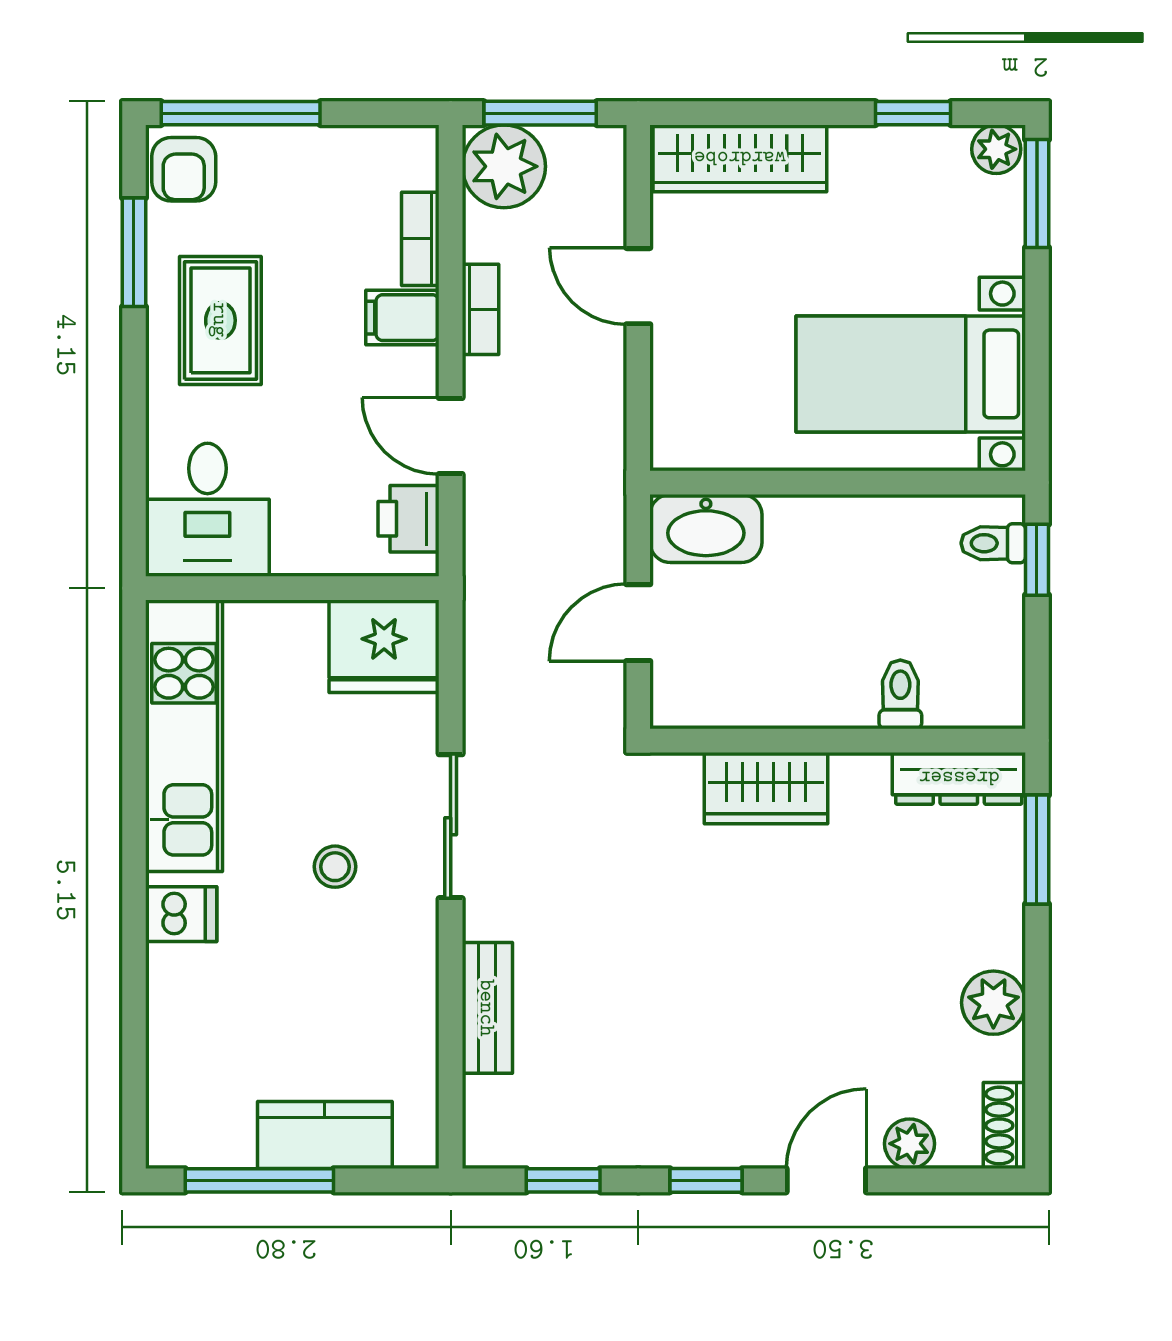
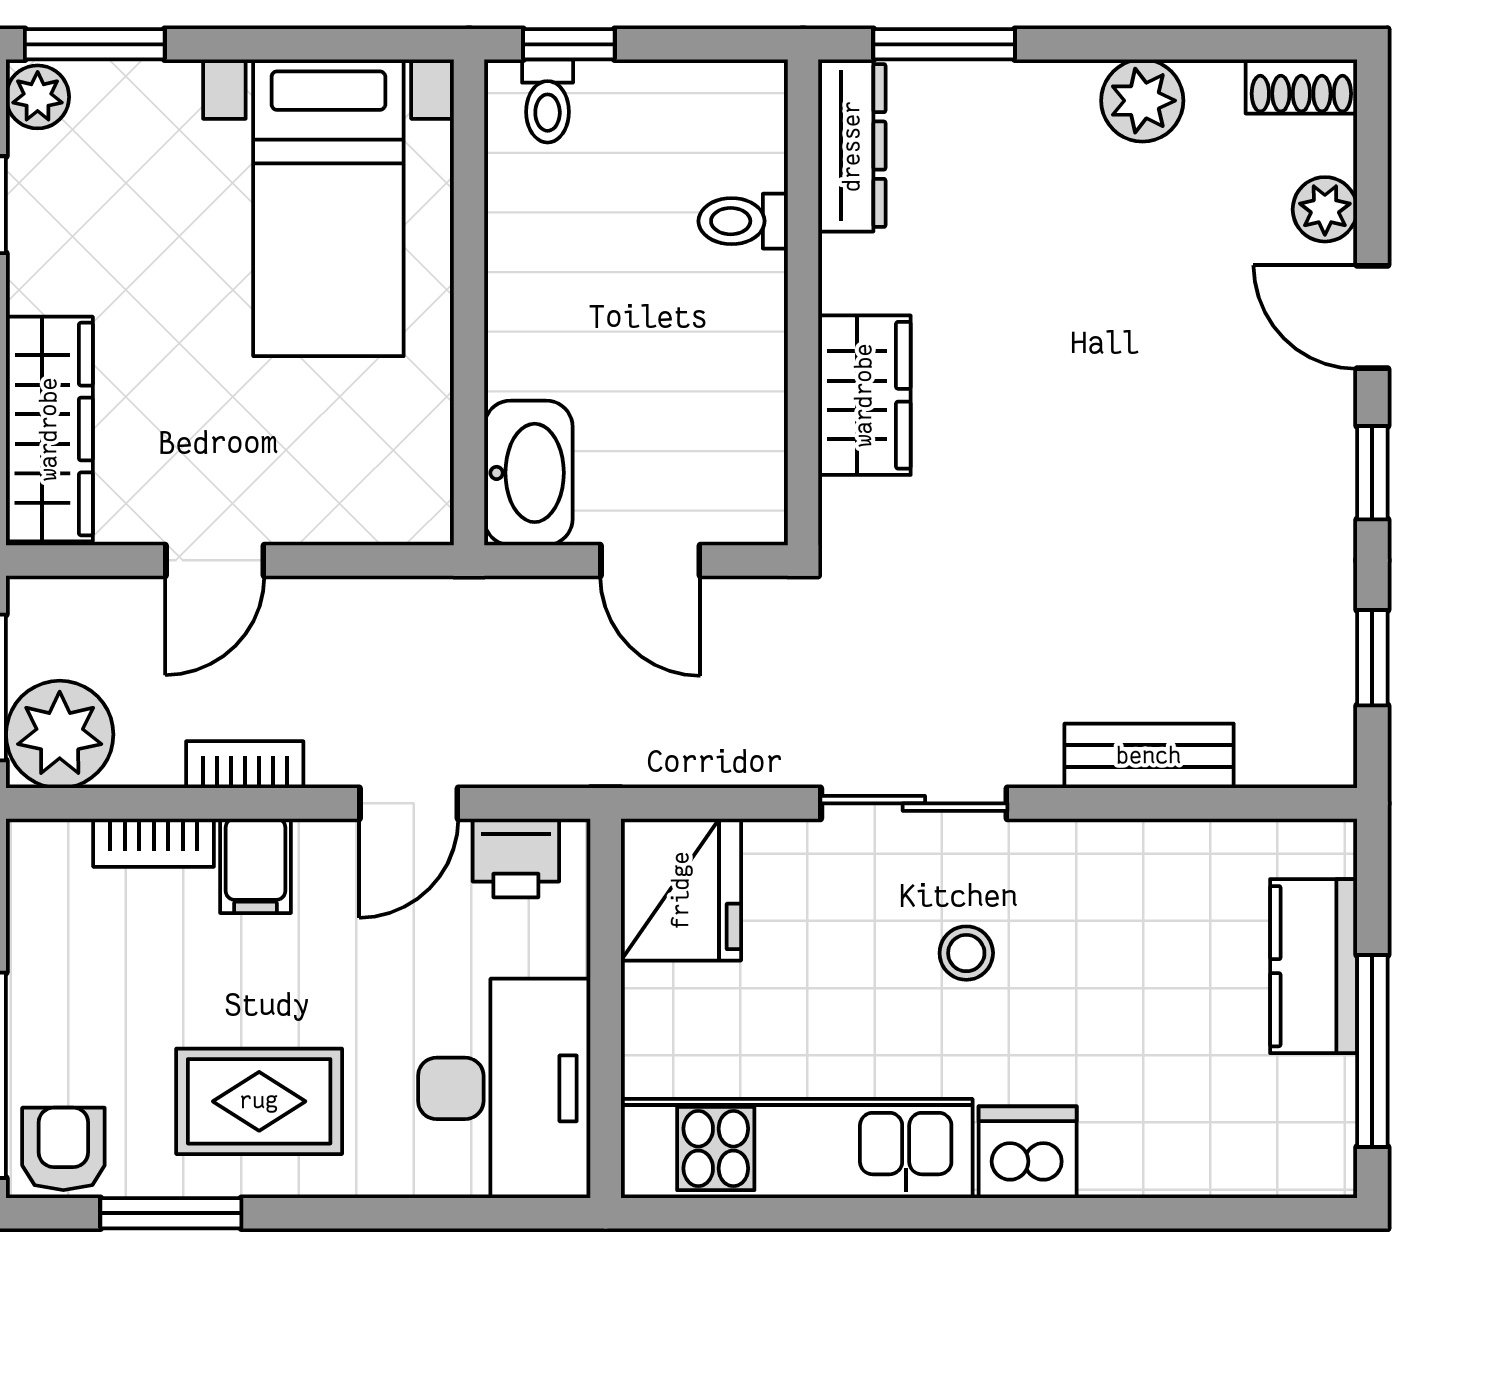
armchair: (184, 169) -> (63, 1149), turned -90
desk: (207, 510) -> (504, 1088), width x1.37
dishwasher: (181, 914) -> (1028, 1152), width x1.38

